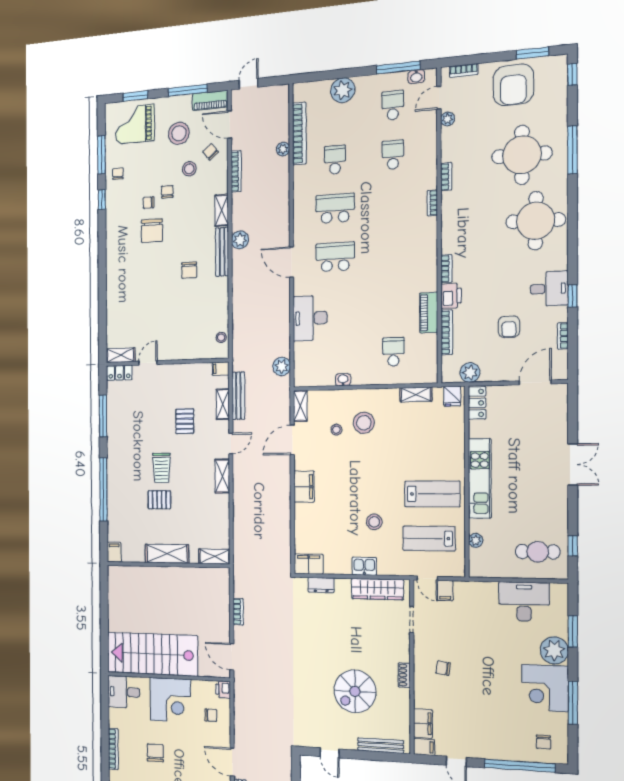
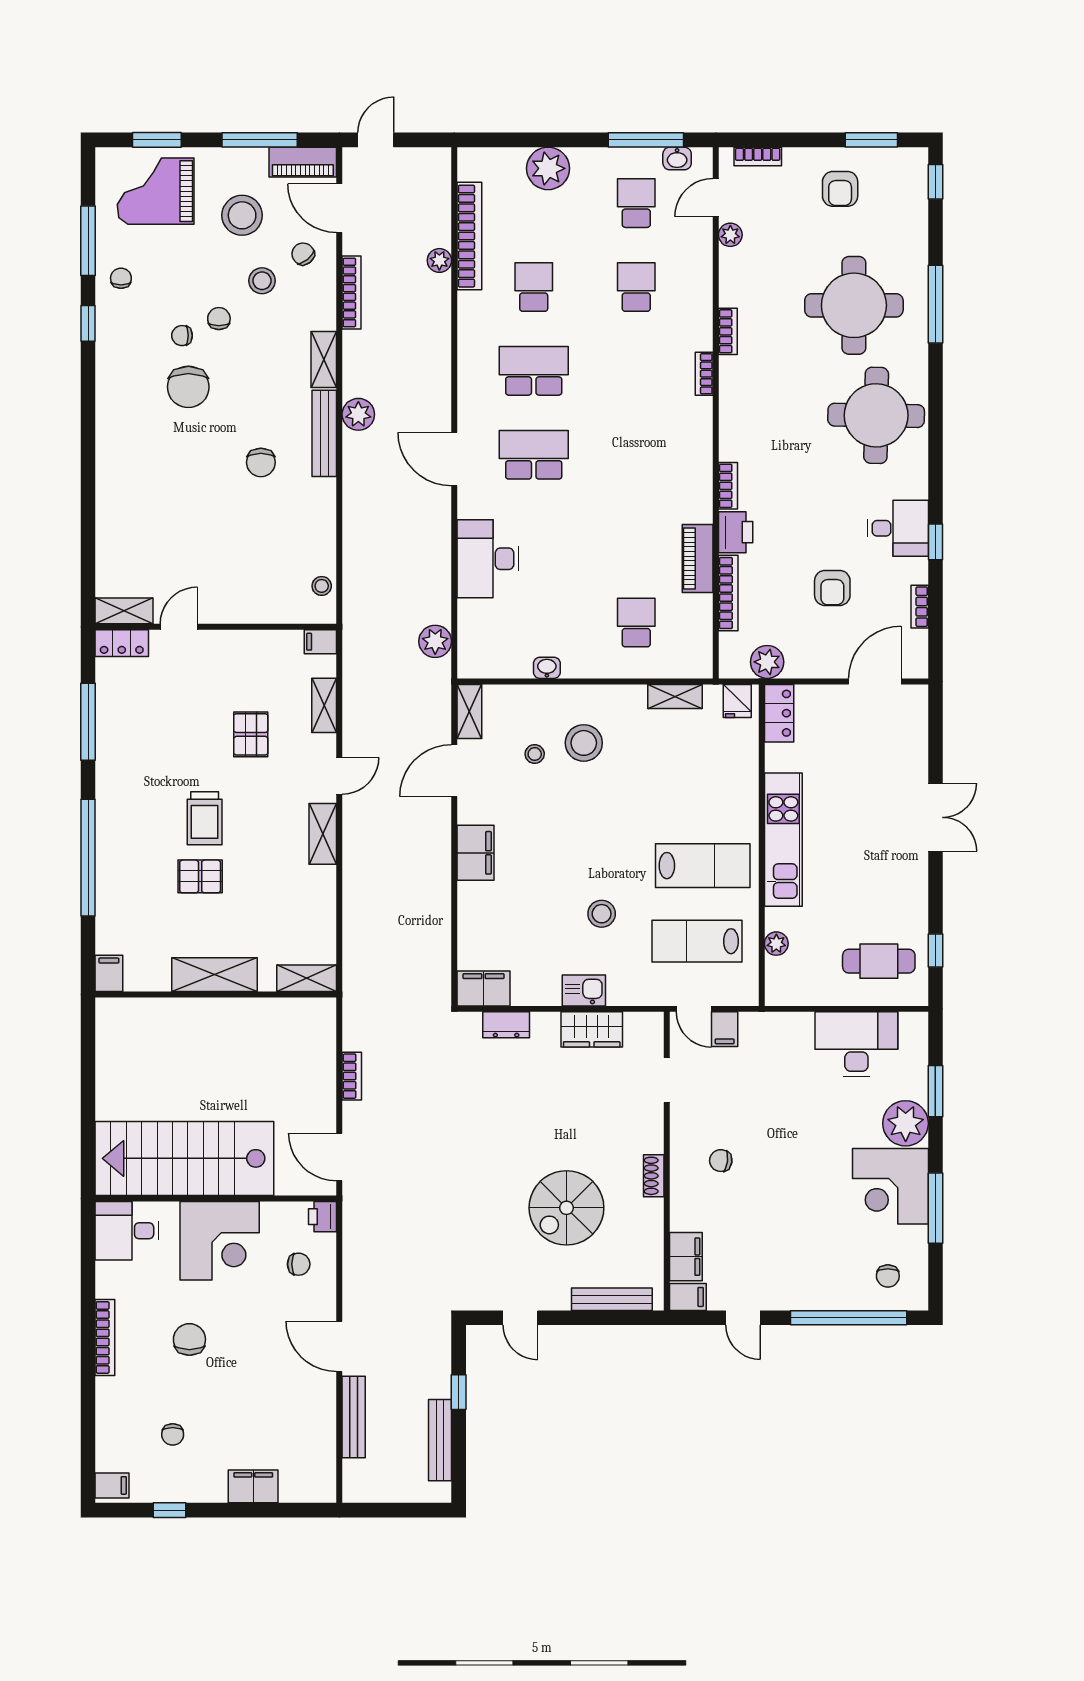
armchair: (513, 85) -> (840, 189), width x0.53, depth x0.53
bench: (238, 396) -> (354, 691), removed
wardrobe: (377, 589) -> (592, 1029), width x0.67

